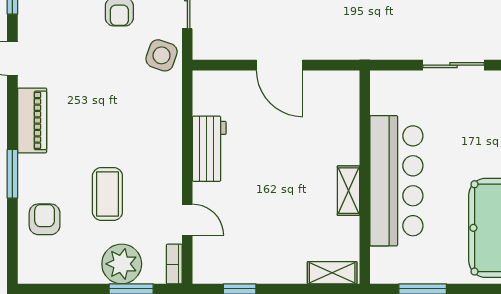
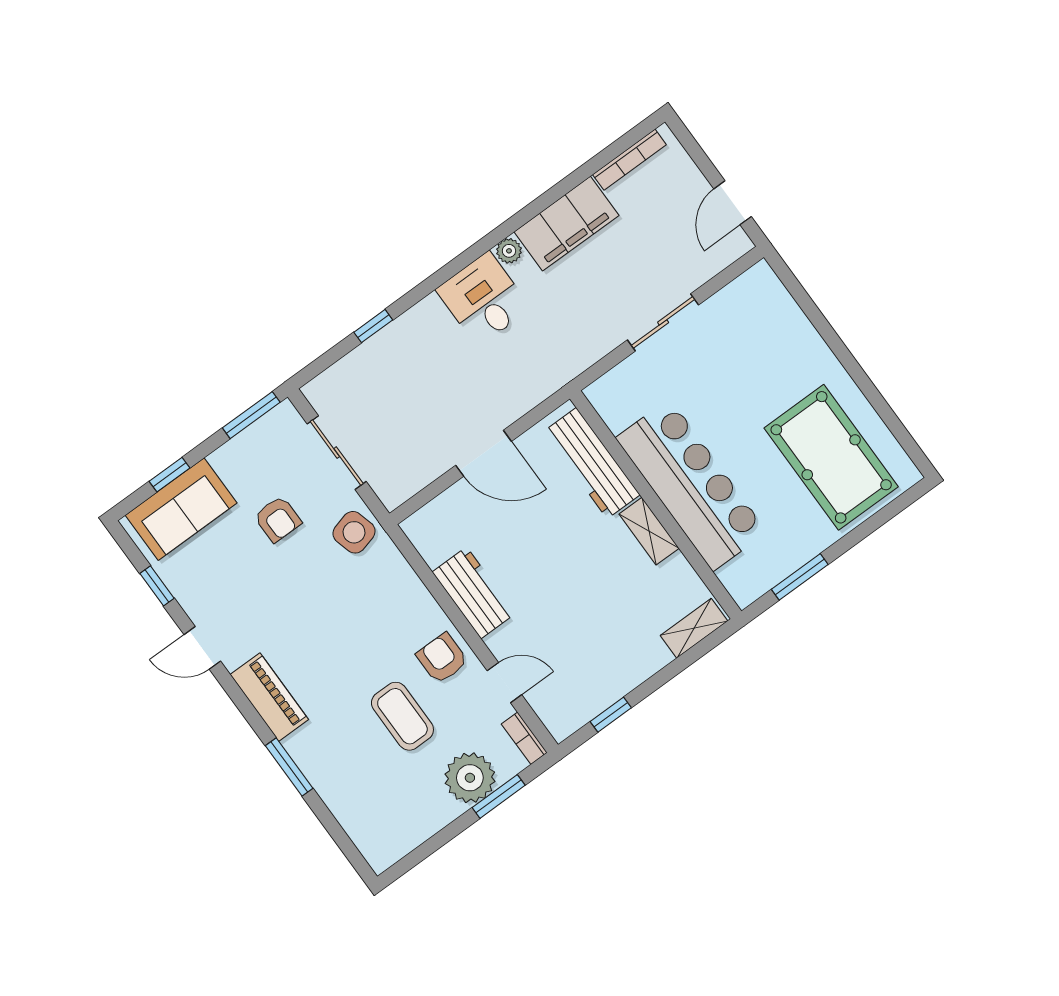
side table: (162, 55) -> (354, 532), turned -34
workbench: (344, 121) -> (592, 463), added
armchair: (45, 219) -> (442, 658), moved

